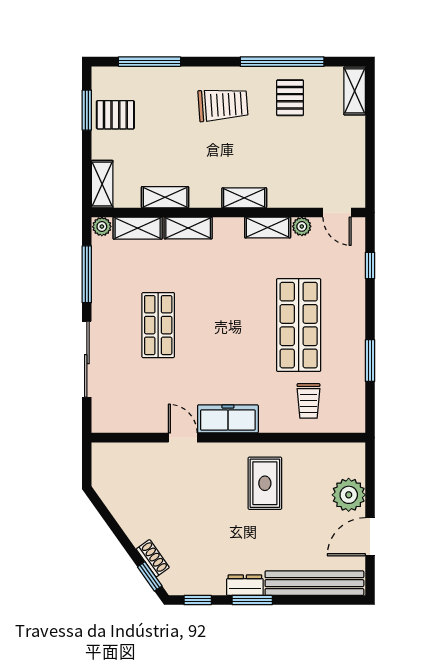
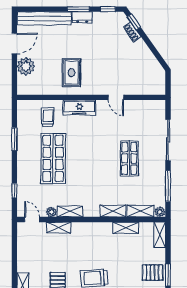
shelving: (244, 198) -> (59, 227), moved
freezer: (228, 419) -> (79, 108), moved

